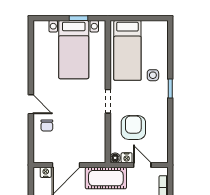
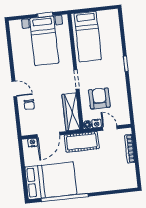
side table: (153, 75) -> (111, 54), removed
wardrobe: (97, 140) -> (71, 112), added

